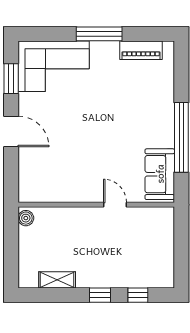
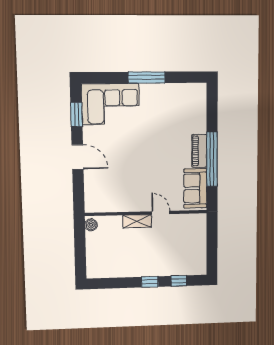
piano: (141, 50) -> (199, 151), moved, turned 90
shelving: (57, 280) -> (137, 221), moved

